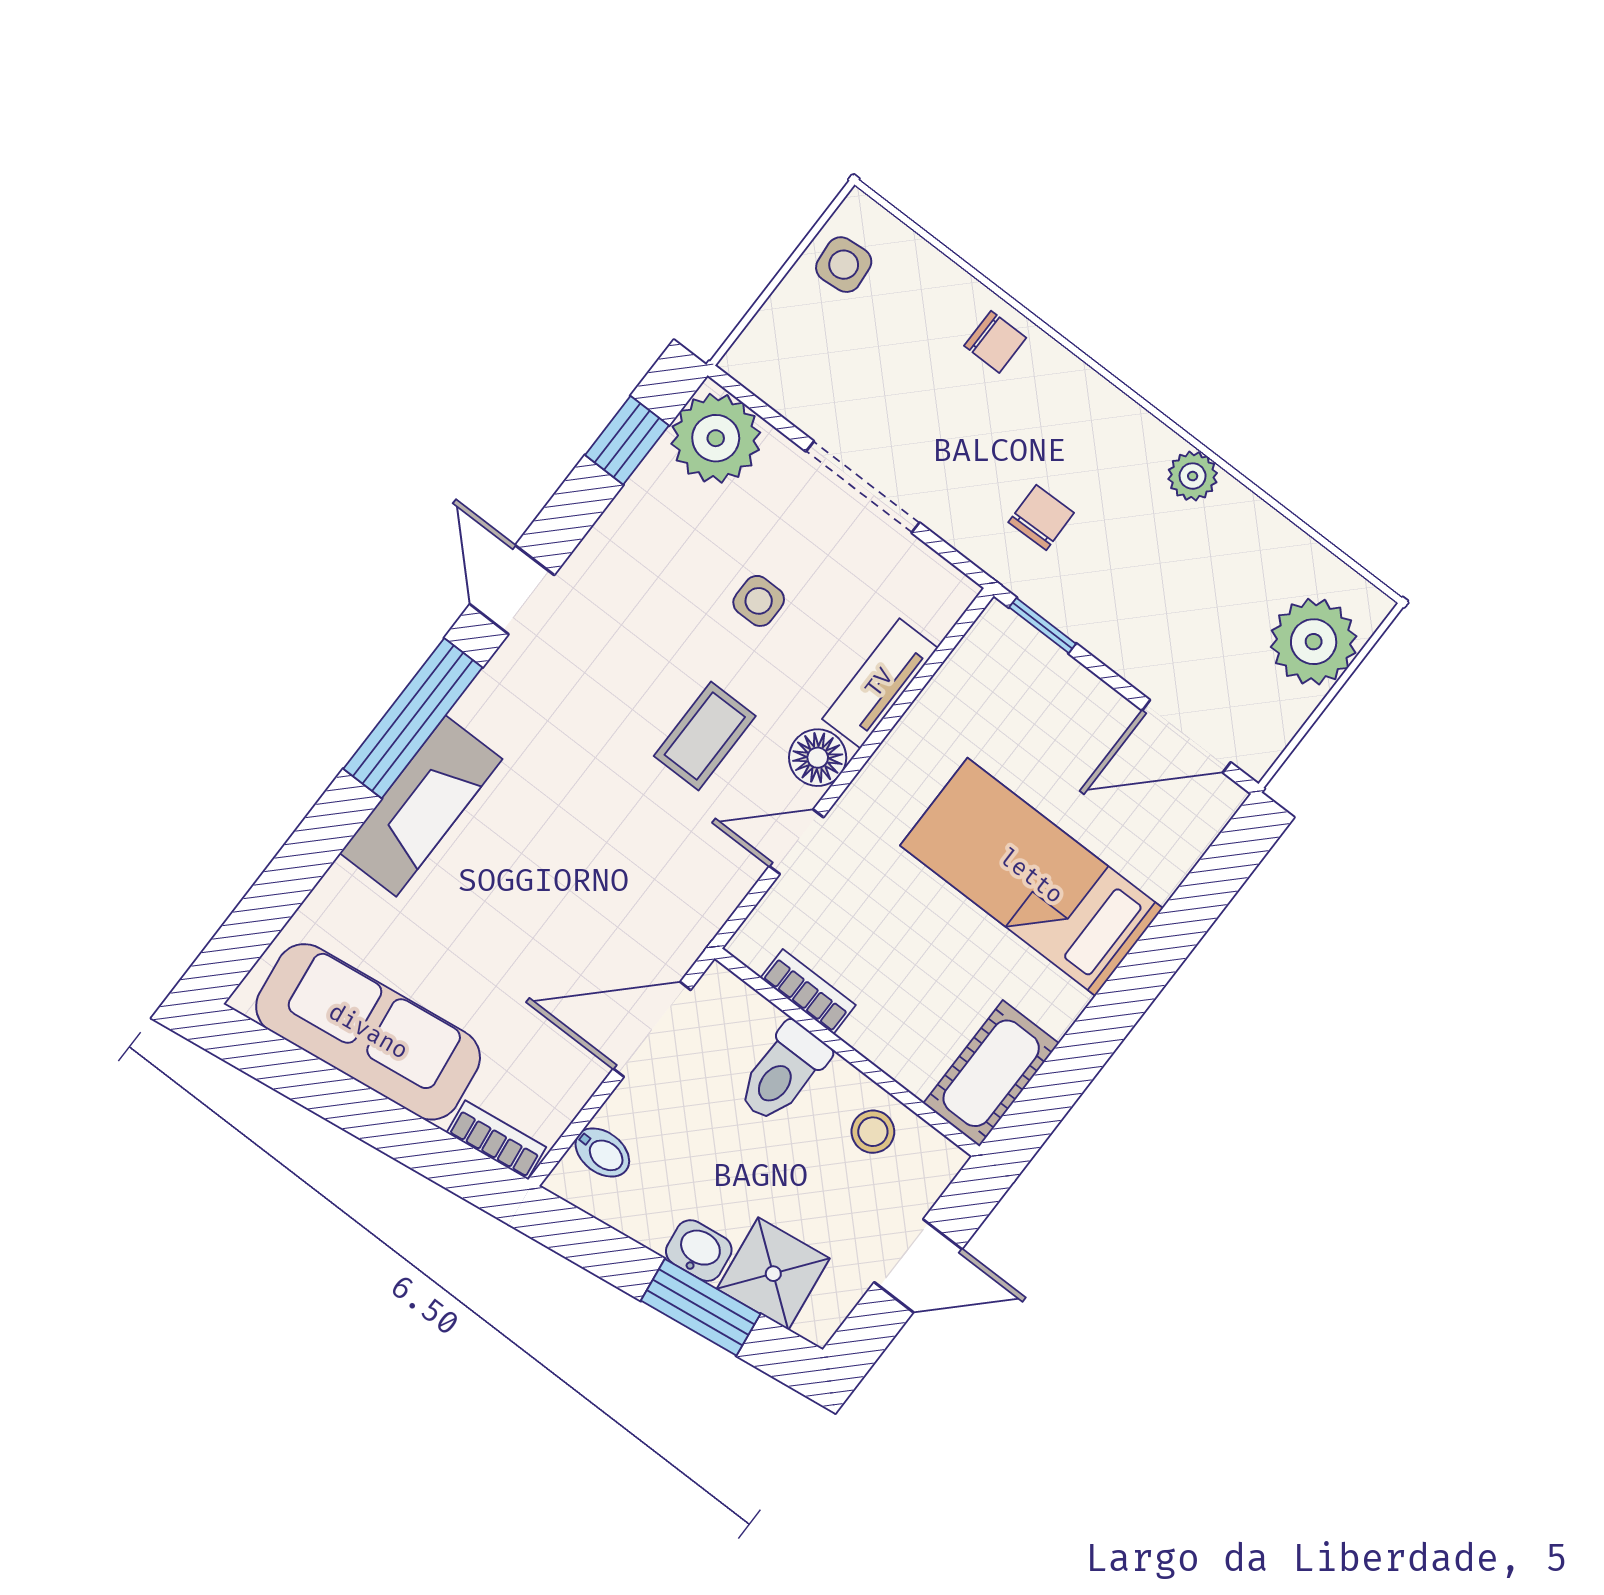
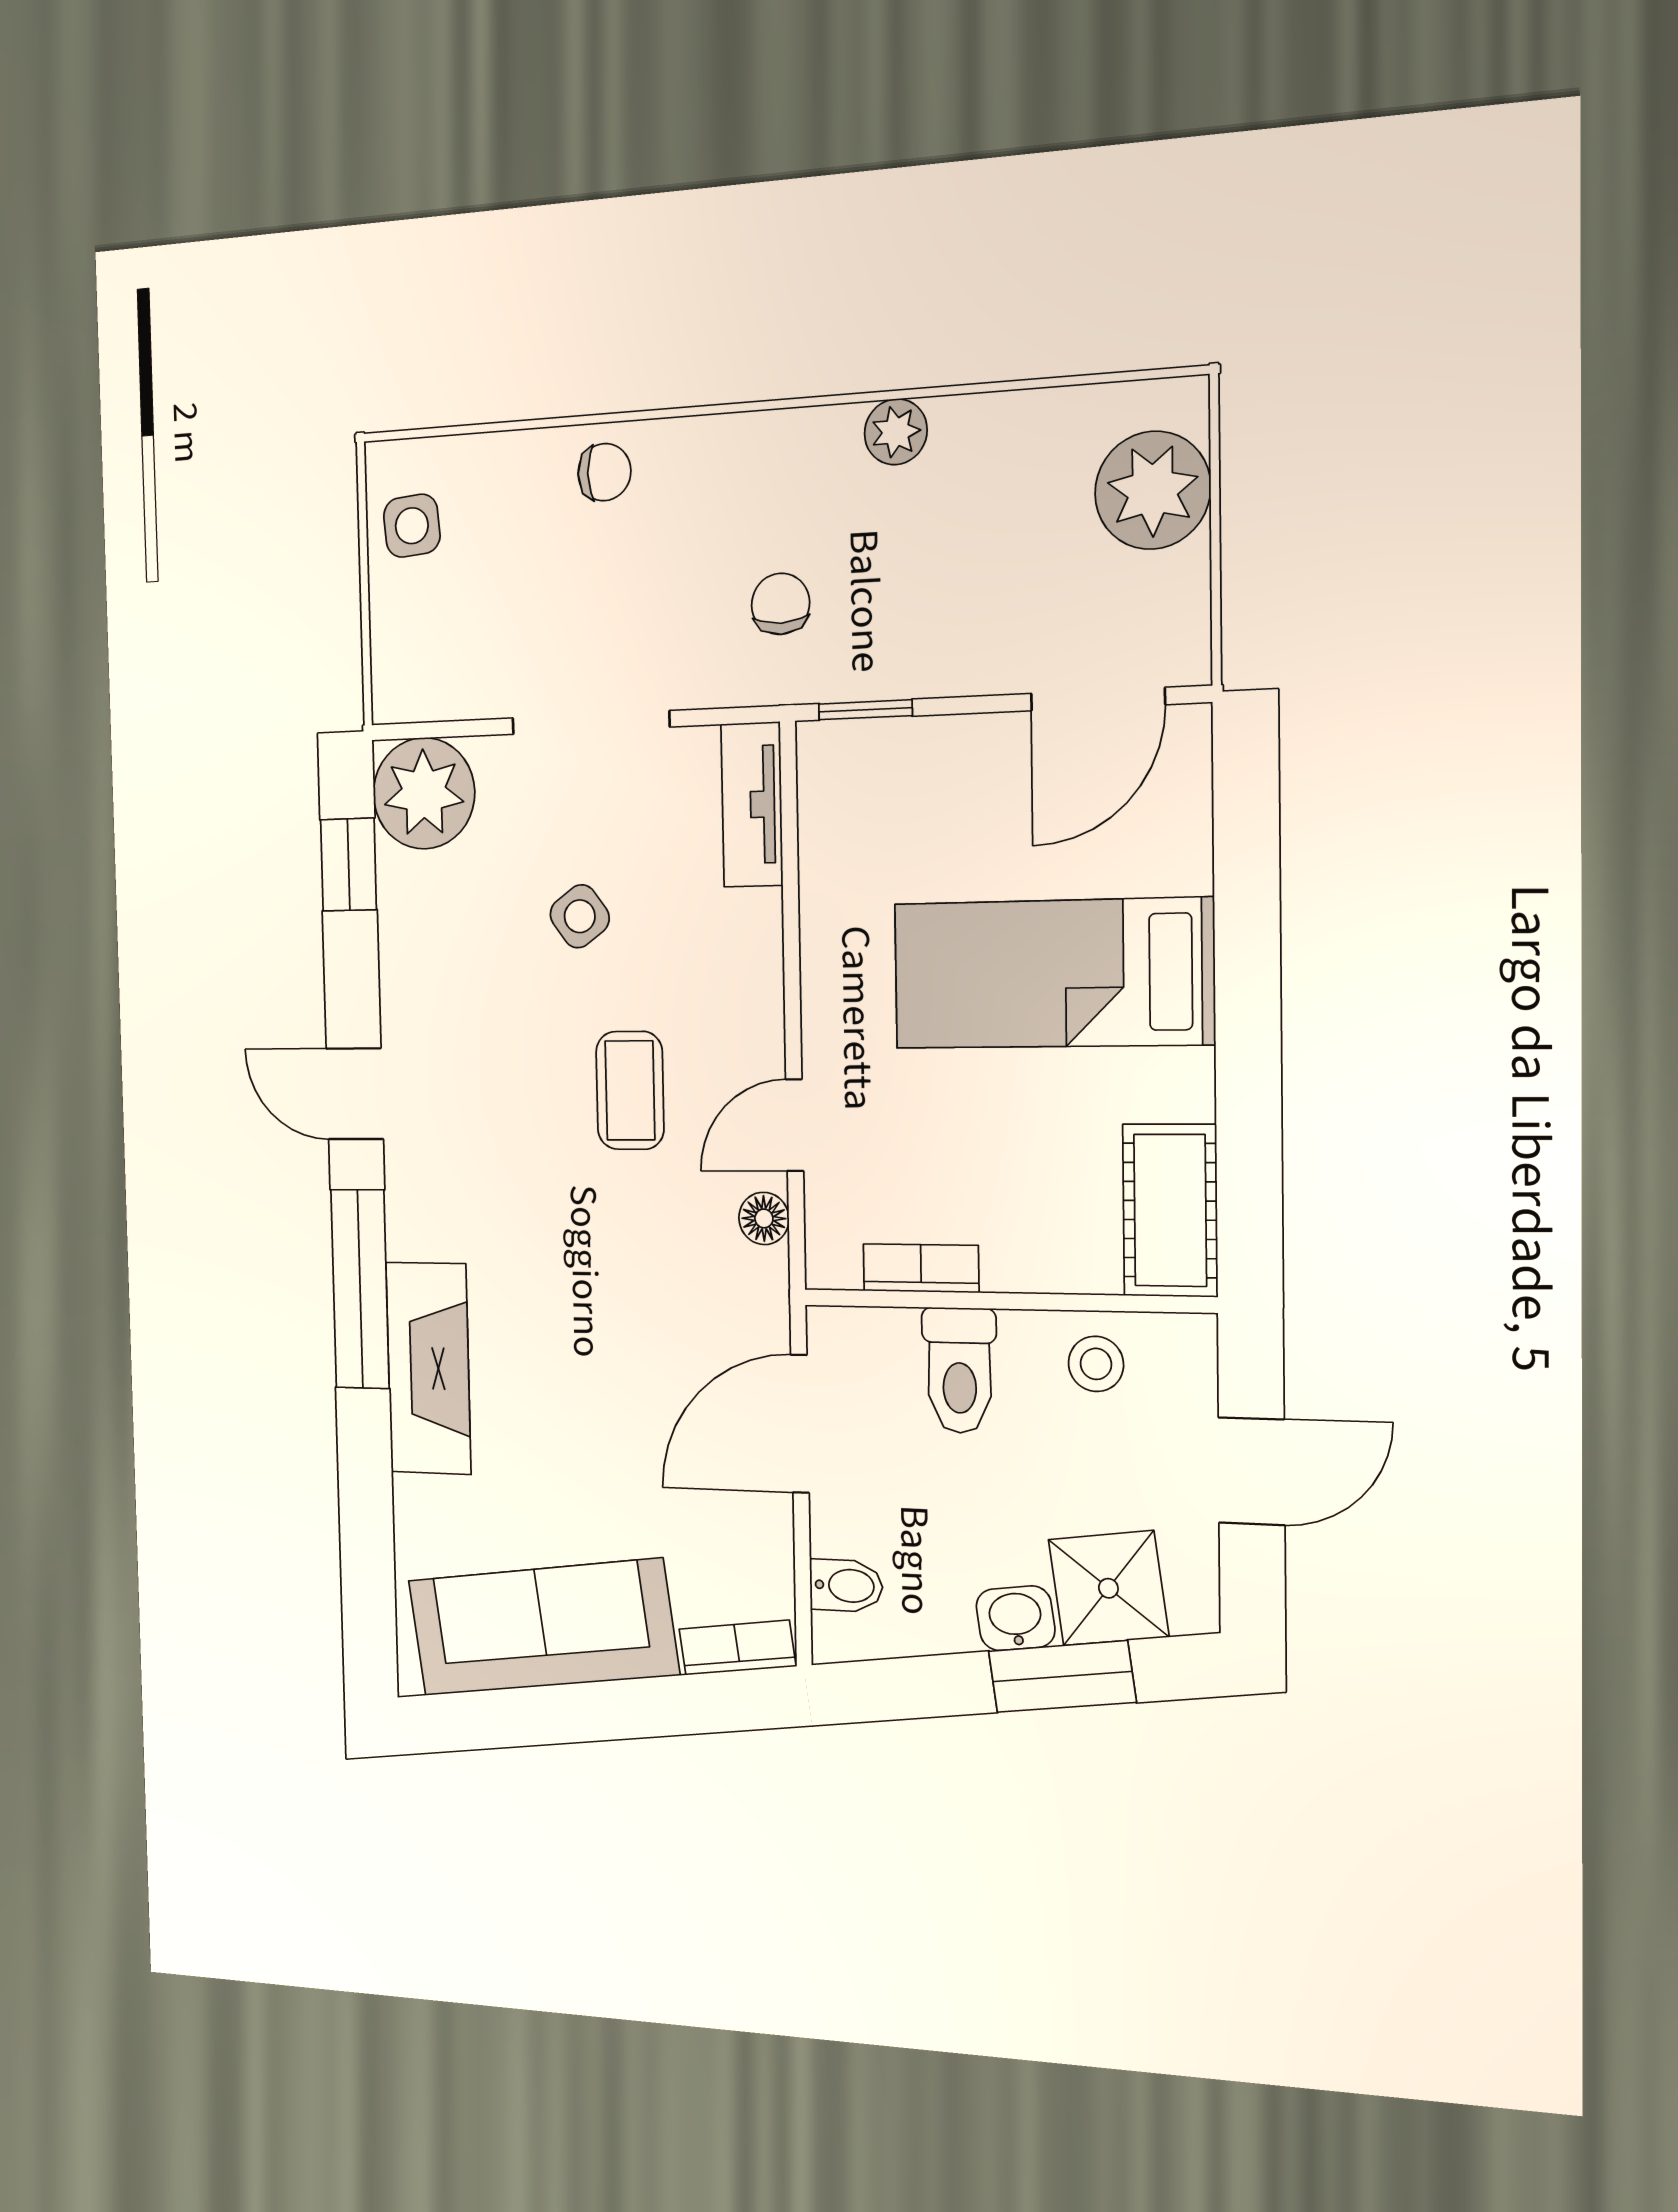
side table: (759, 601) -> (580, 916), turned -36
tv unit: (880, 683) -> (752, 805), moved
floor lamp: (818, 758) -> (764, 1218), moved, width x0.73, depth x0.73

